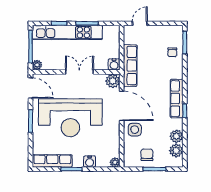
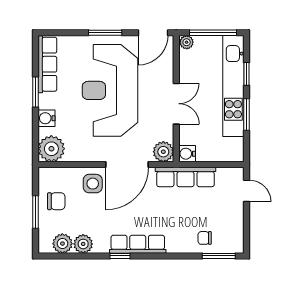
plant: (115, 162) -> (51, 149), width x1.88, depth x1.88

